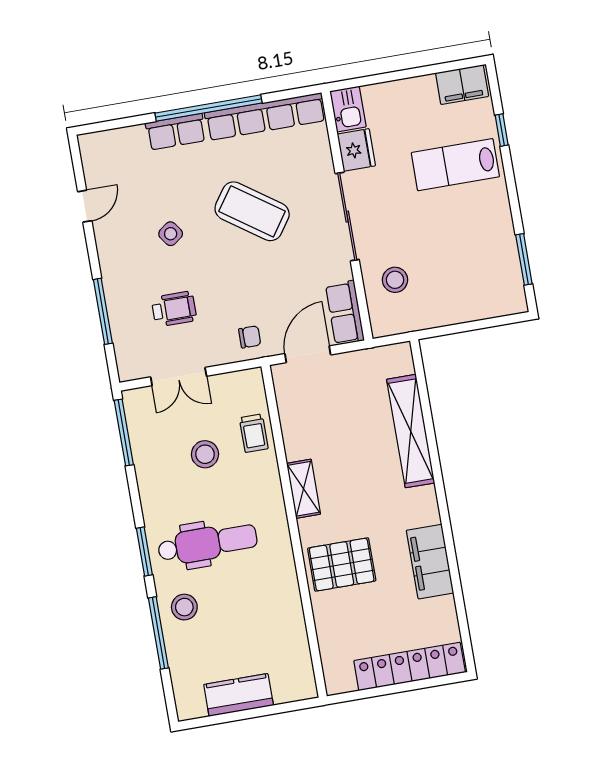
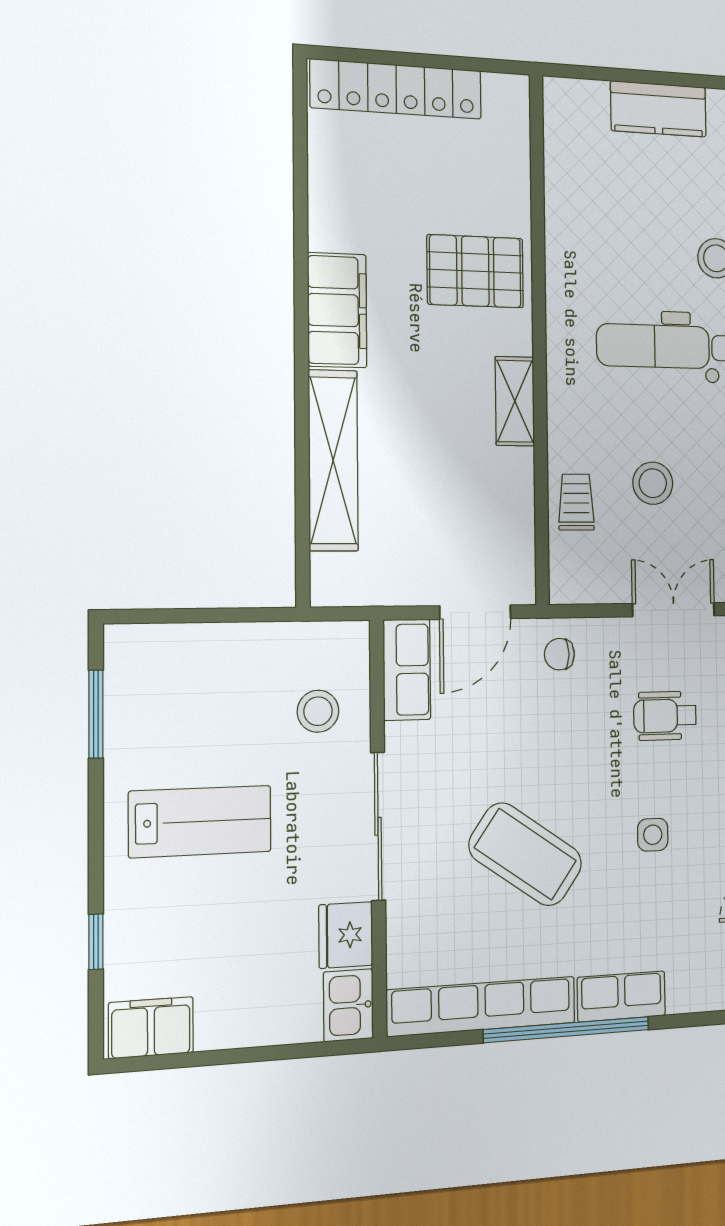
lab bench: (455, 165) -> (200, 821), moved
side table: (171, 234) -> (653, 835), turned 36
filing cabinet: (430, 562) -> (337, 310), moved

